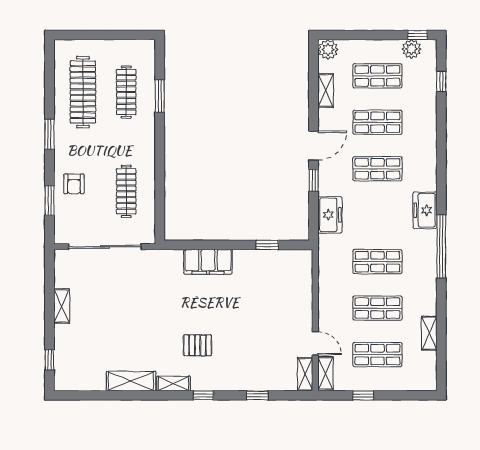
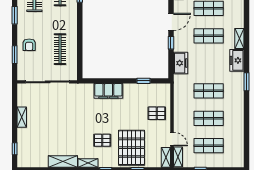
window: (441, 246) -> (246, 82), width x0.47
pallet: (290, 300) -> (157, 113), added
shelving: (429, 333) -> (239, 39), moved
pallet: (247, 358) -> (132, 148), added

